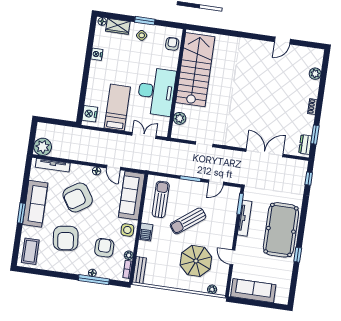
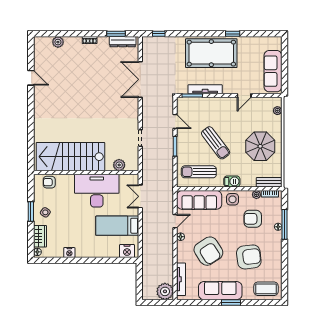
dresser: (305, 144) -> (123, 42), width x1.44
parasol: (196, 261) -> (260, 146), moved

